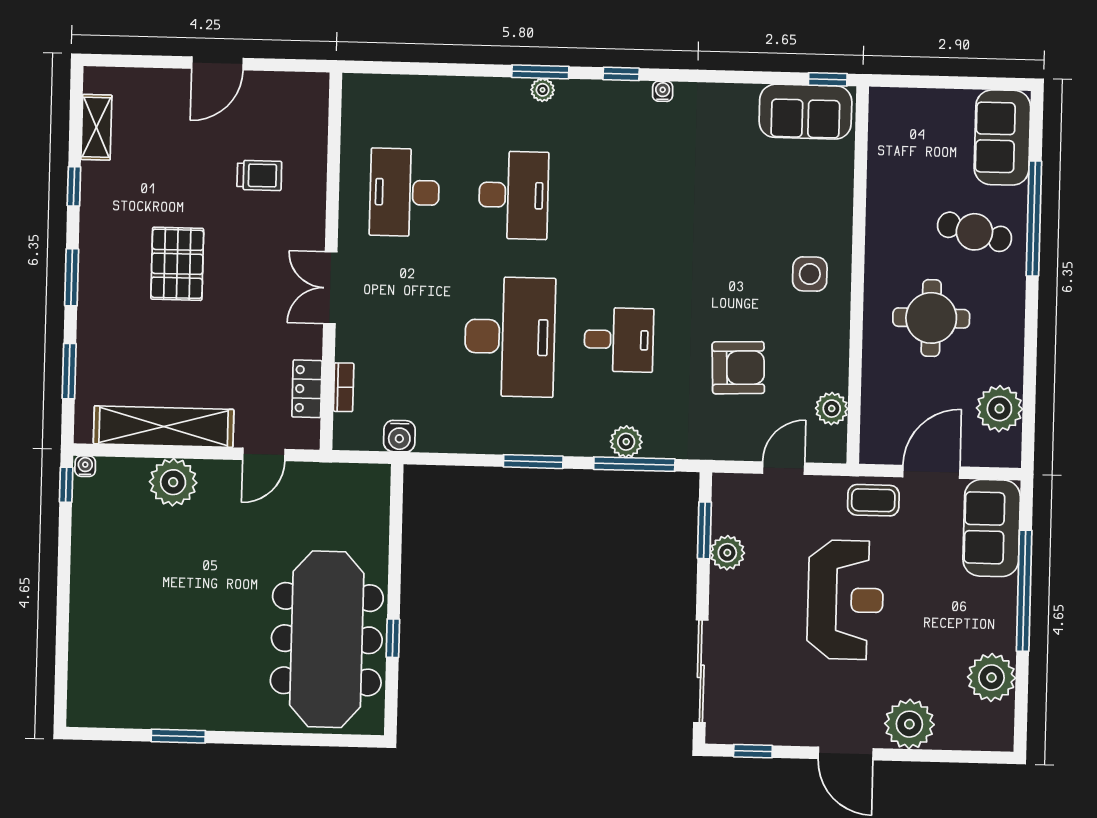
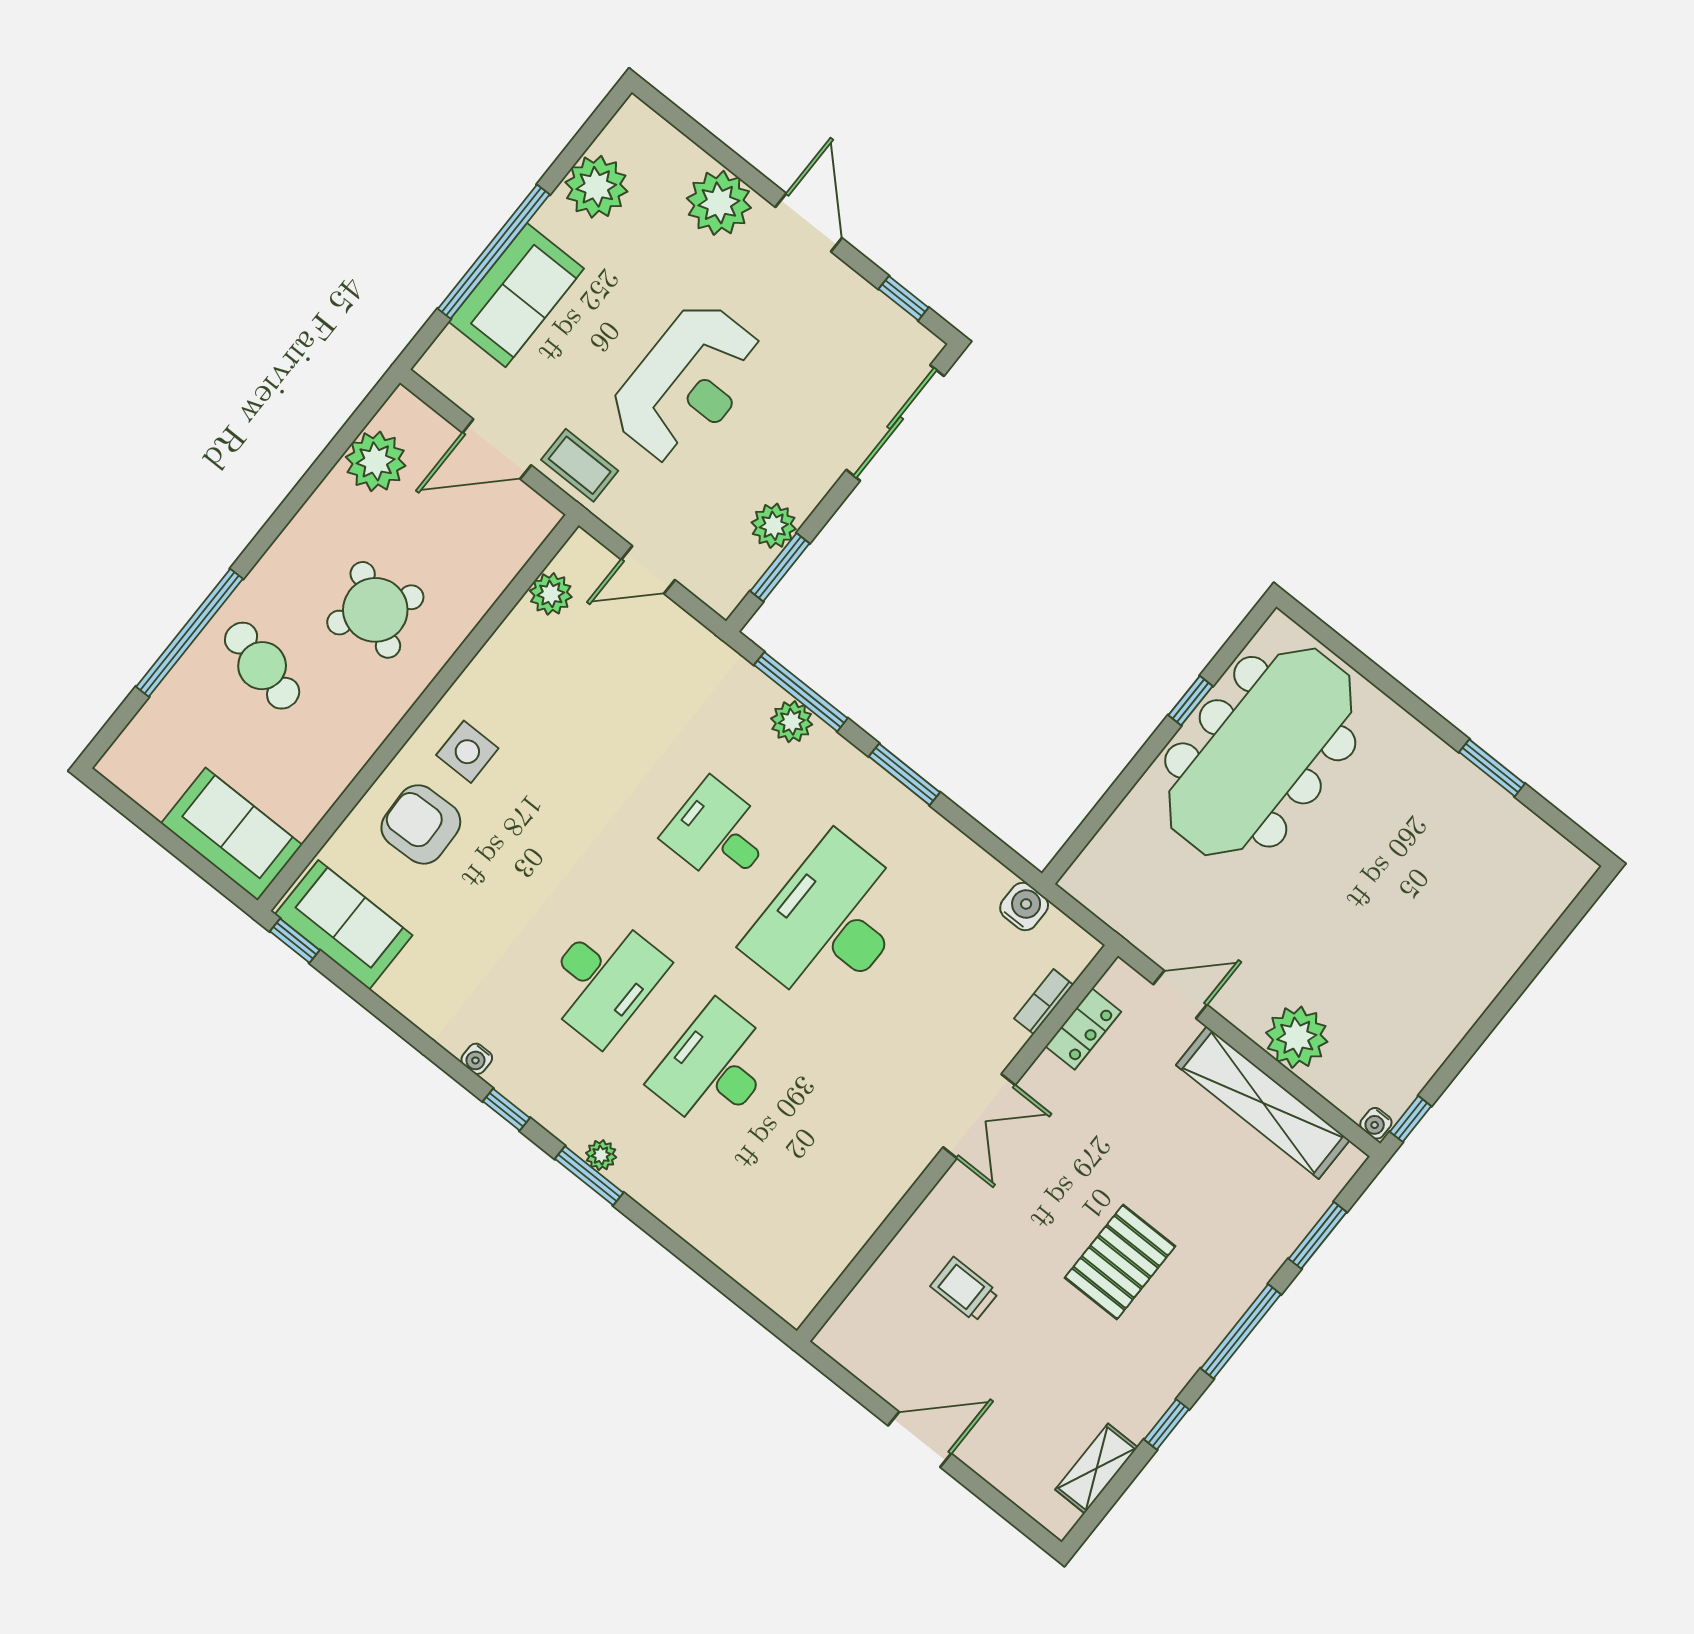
sofa: (1002, 137) -> (232, 834), moved, turned -90
desk: (405, 192) -> (603, 979), moved
window: (72, 277) -> (1241, 1331), width x1.44
round table: (931, 318) -> (375, 610), turned 32
armchair: (738, 368) -> (421, 824), moved
sofa: (992, 528) -> (516, 295), moved
reception desk: (845, 600) -> (688, 383), turned 180

